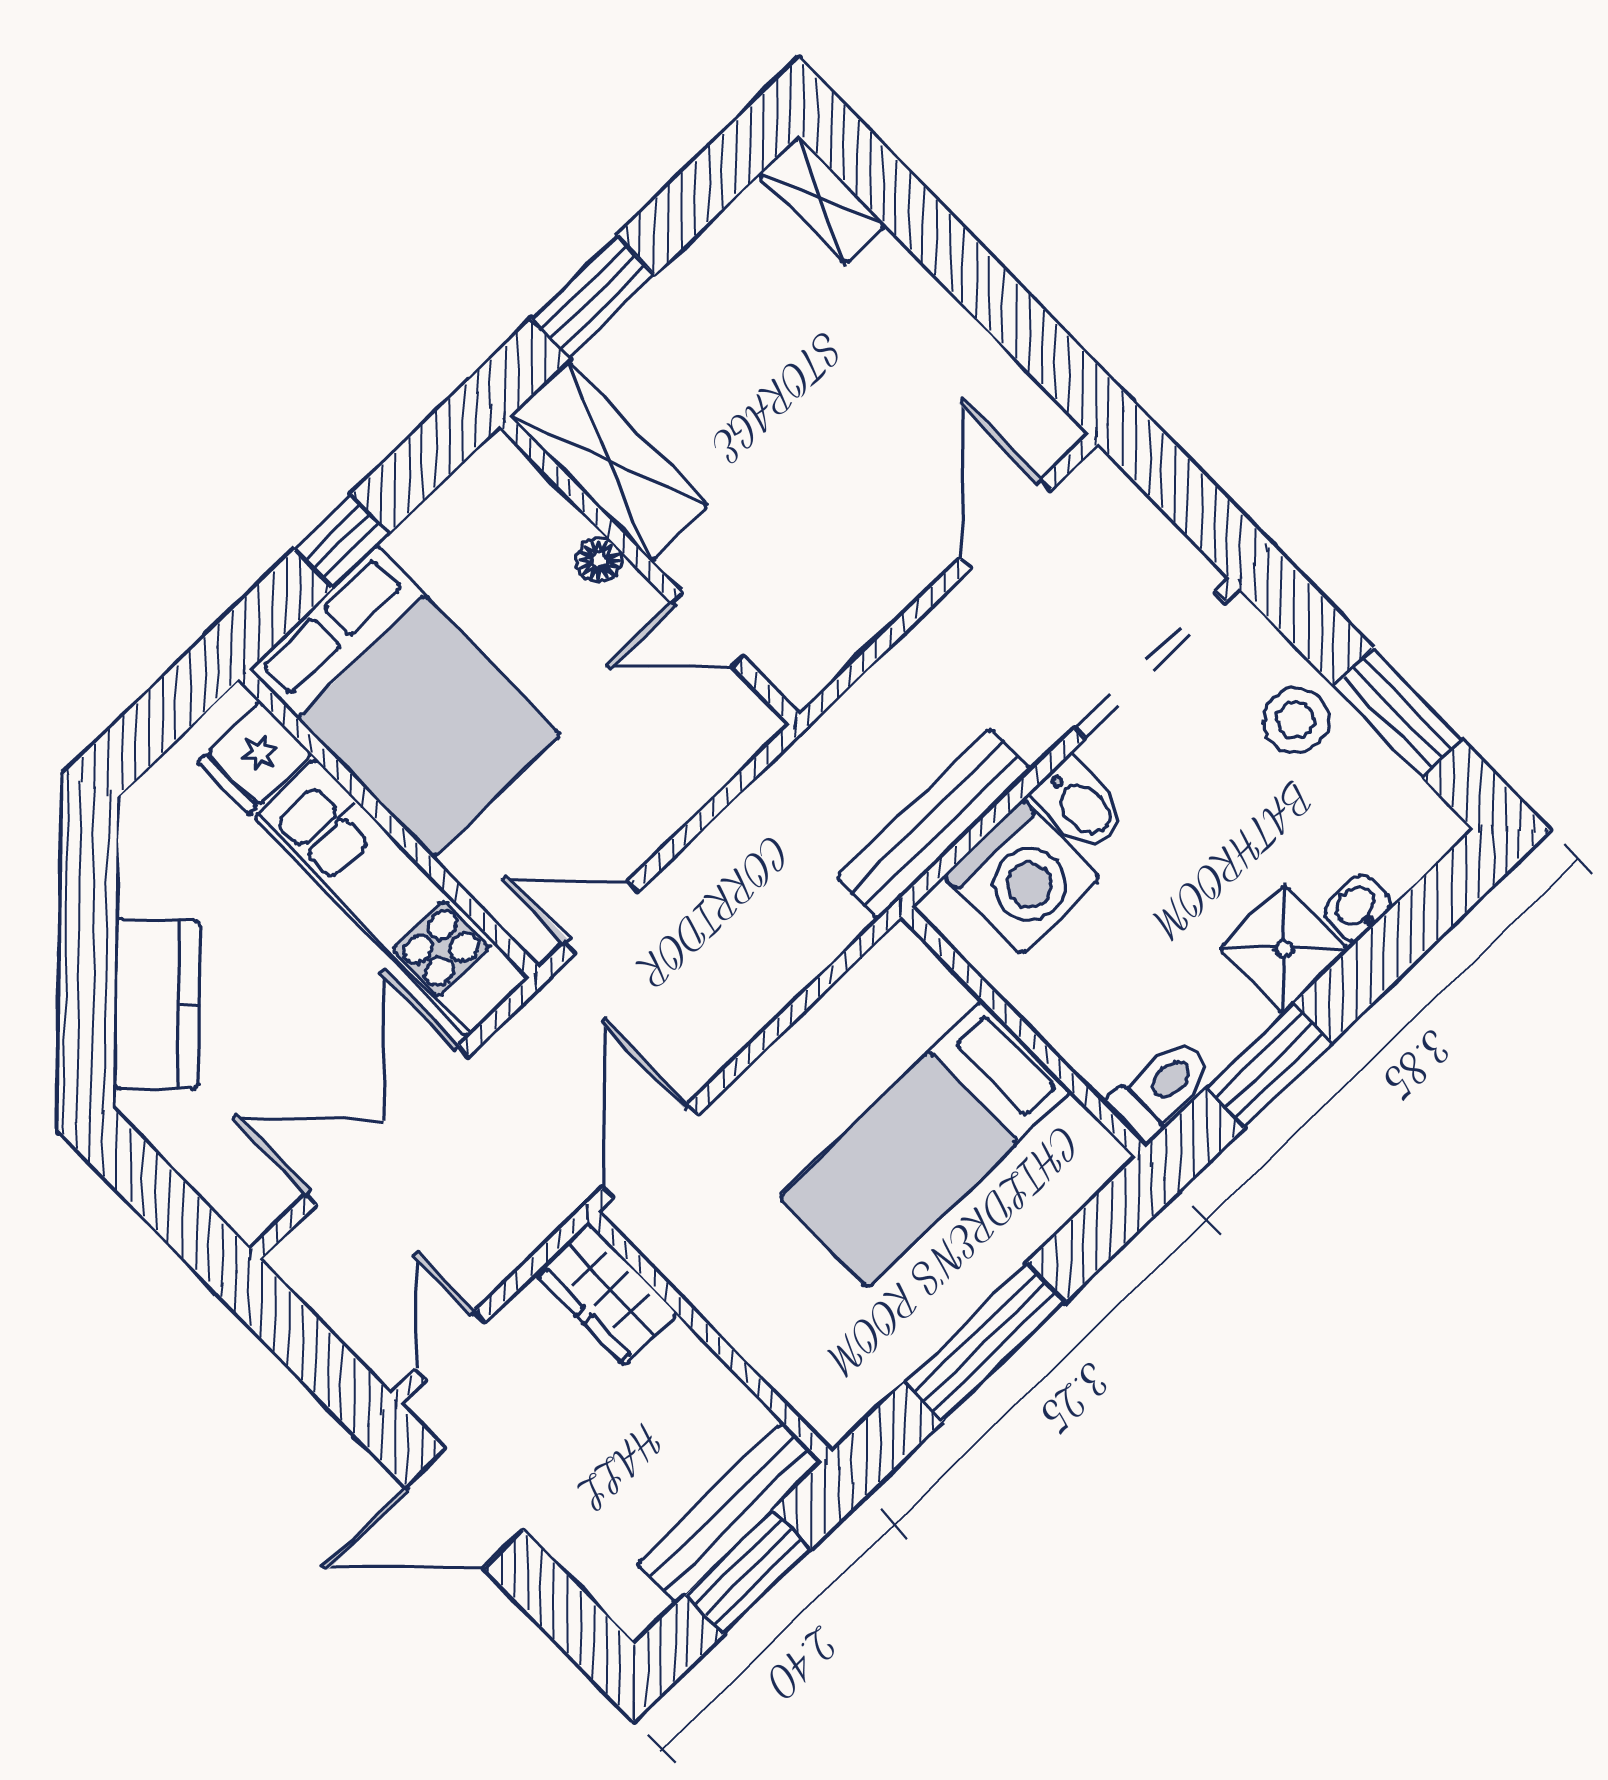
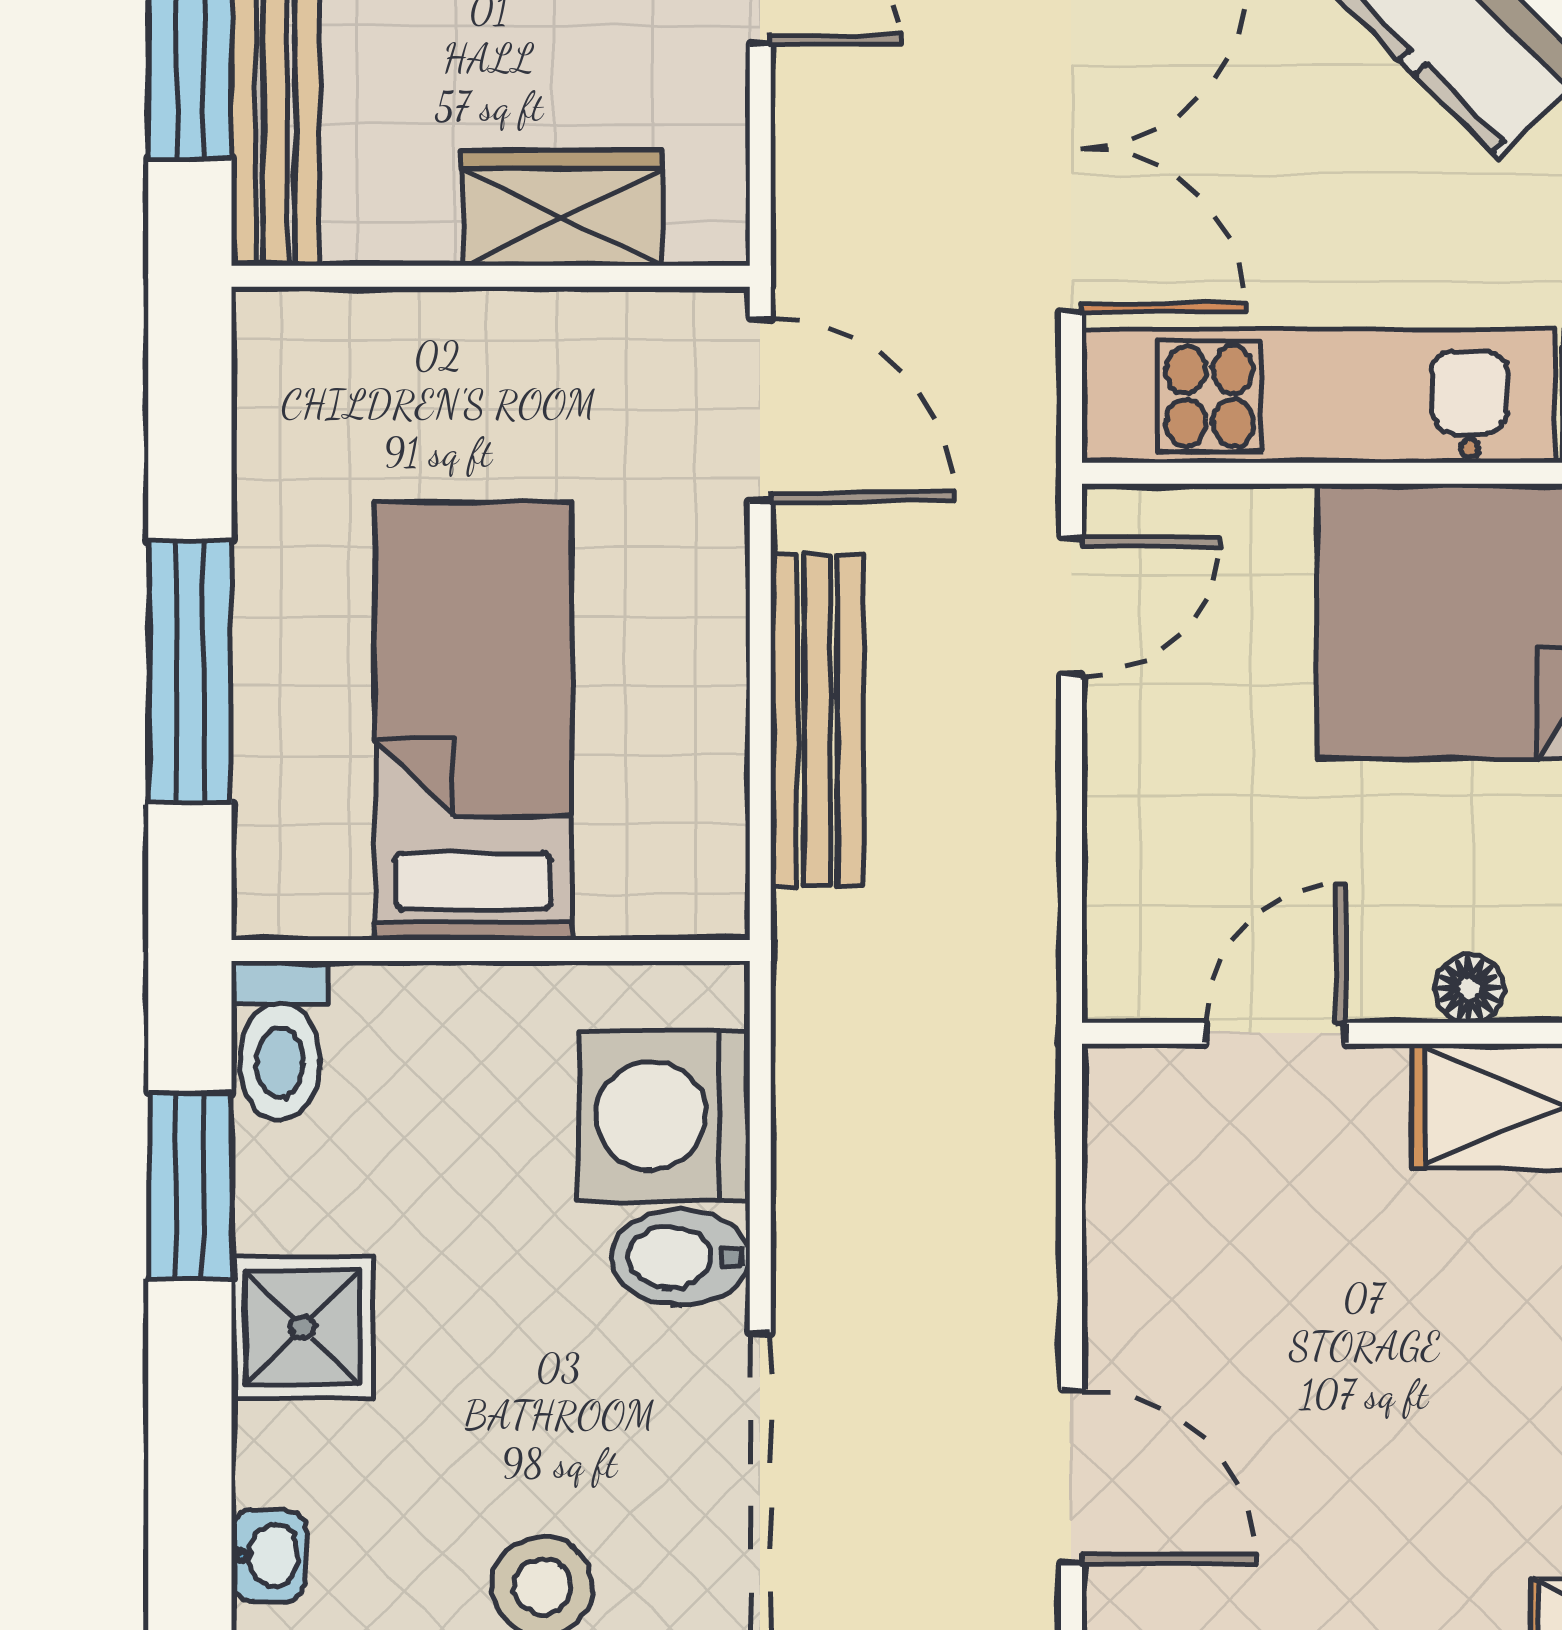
bench: (934, 824) -> (817, 720), moved
washbasin: (1357, 908) -> (269, 1556), moved
wardrobe: (606, 1293) -> (563, 208), moved
window: (985, 1342) -> (190, 672), moved

